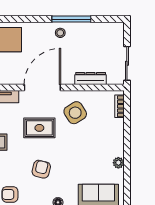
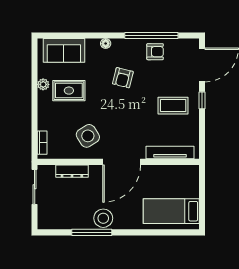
stool: (60, 33) -> (103, 218), width x1.89, depth x1.89
rug: (39, 128) -> (69, 91), moved

